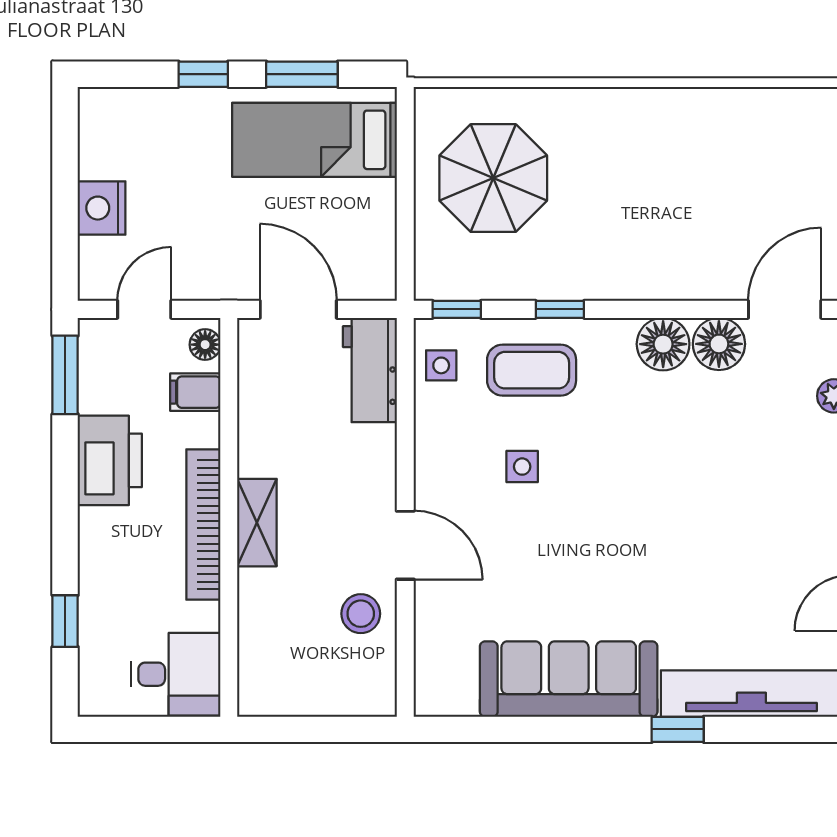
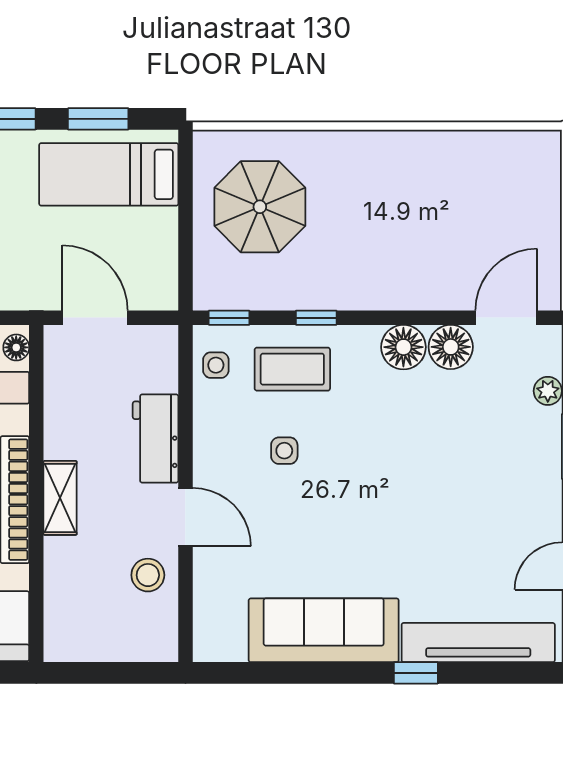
workbench: (370, 370) -> (156, 439), moved

